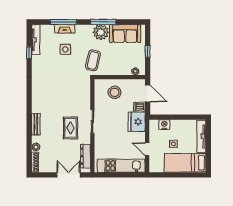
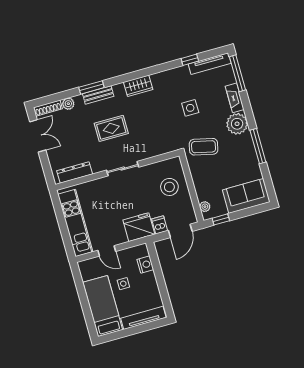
window: (63, 22) -> (237, 73), moved
plant: (101, 32) -> (237, 124), moved
sofa: (125, 34) -> (246, 196), moved, turned 90
side table: (65, 49) -> (190, 108), moved
window: (148, 51) -> (221, 219), moved
wardrobe: (37, 94) -> (138, 86), added
window: (29, 127) -> (91, 87), added
rug: (71, 128) -> (111, 128), moved
door: (147, 149) -> (107, 251), swing flipped
double door: (69, 175) -> (38, 136), moved

